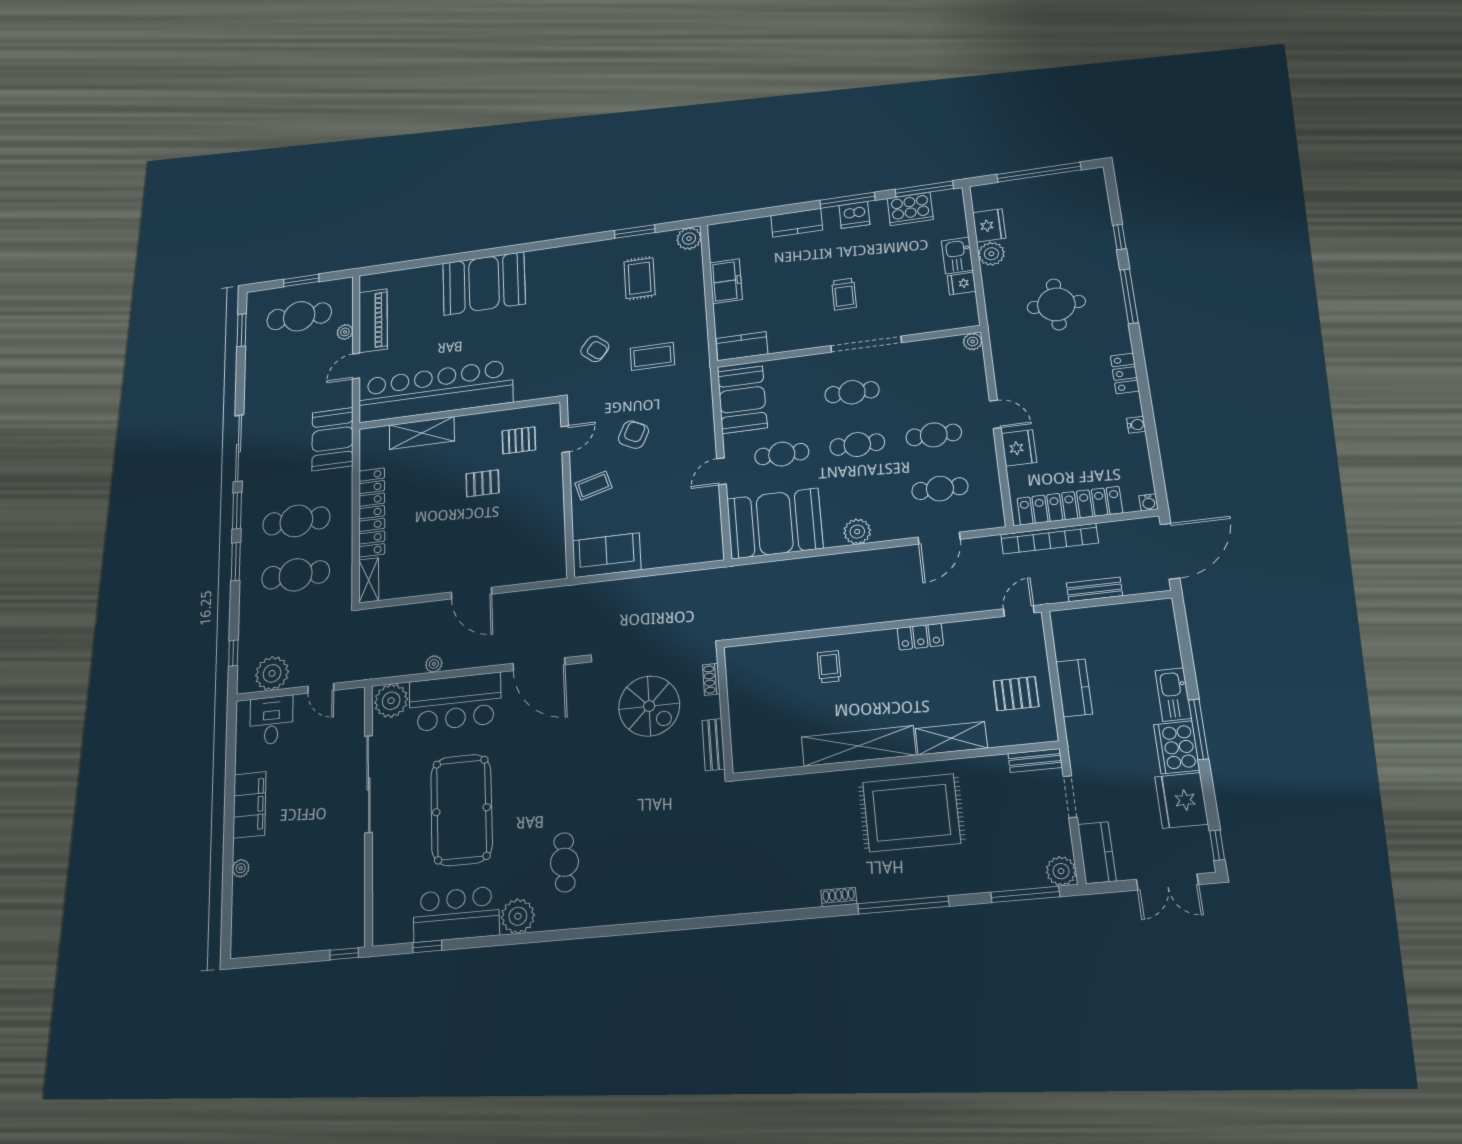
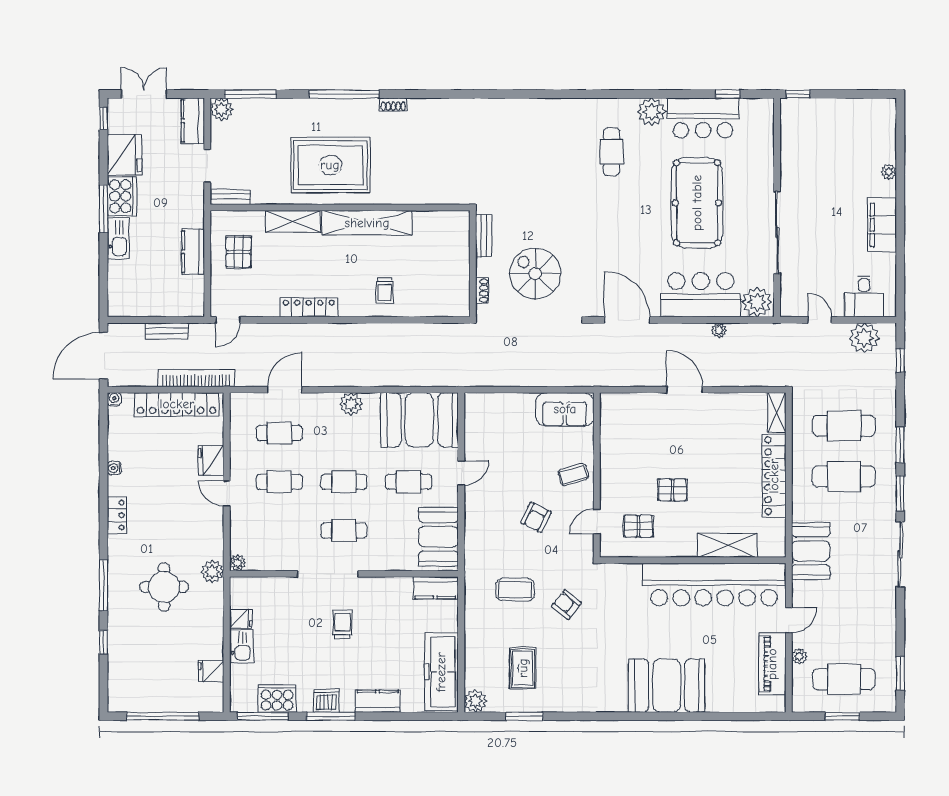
fridge: (989, 225) -> (211, 671), width x0.72
plant: (991, 254) -> (212, 572), moved
freezer: (726, 281) -> (441, 672), width x1.91, depth x1.26
locker: (920, 637) -> (309, 307), width x1.53
pallet: (1016, 694) -> (238, 252), turned 90

